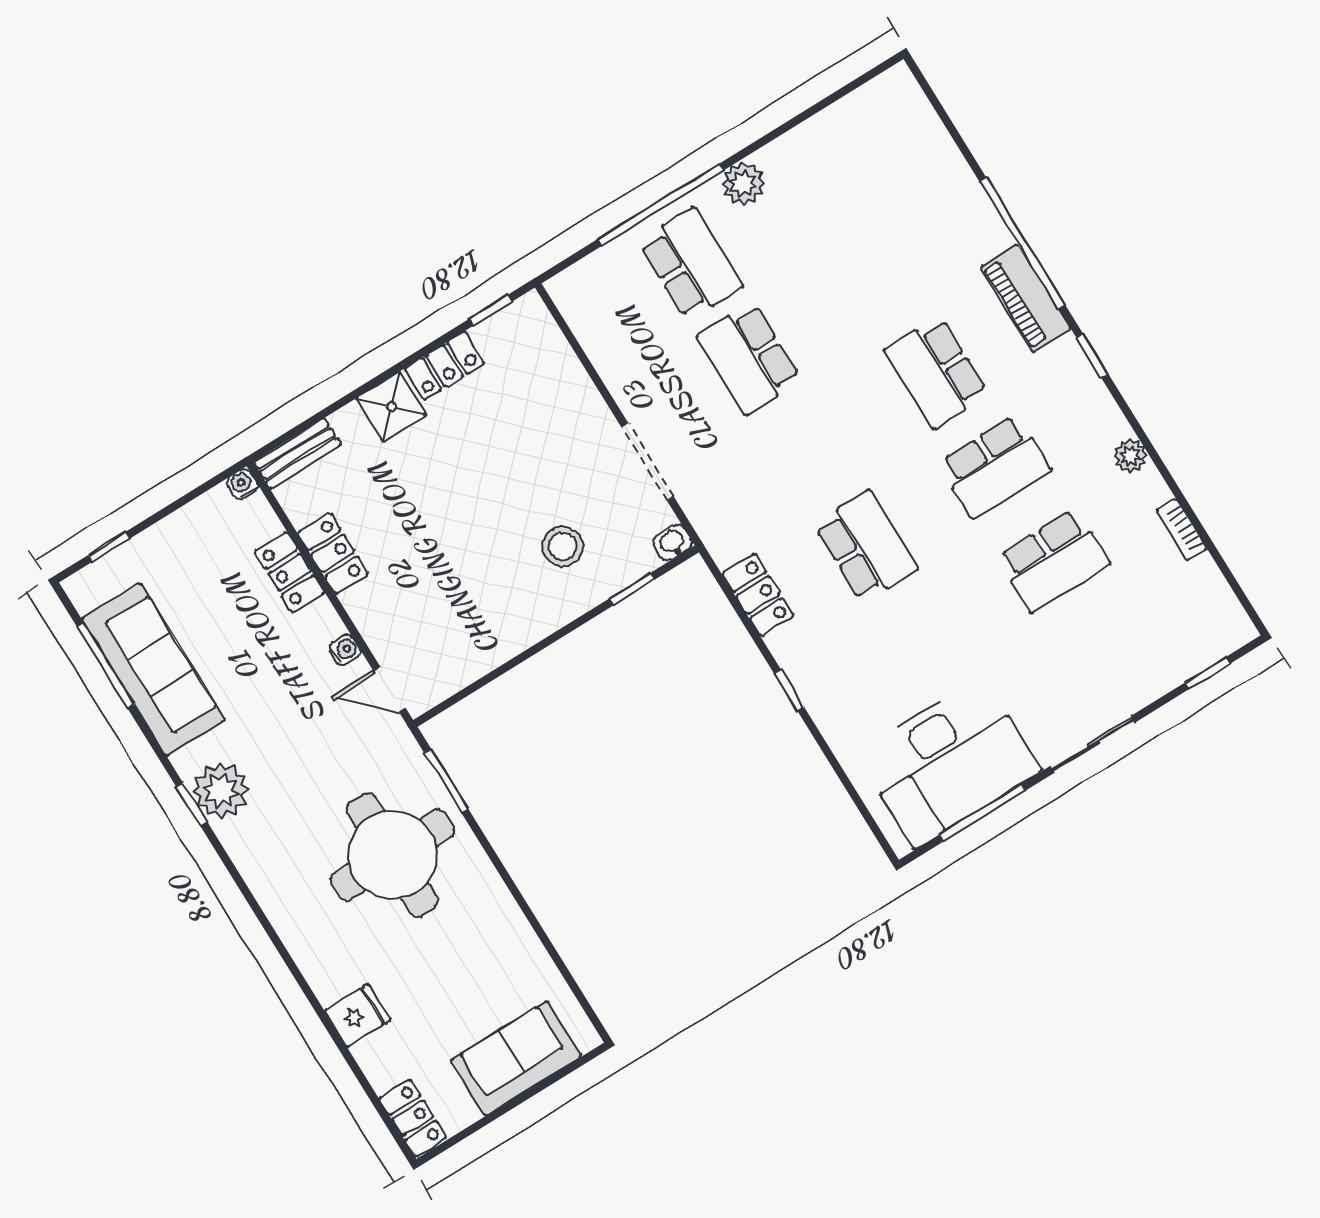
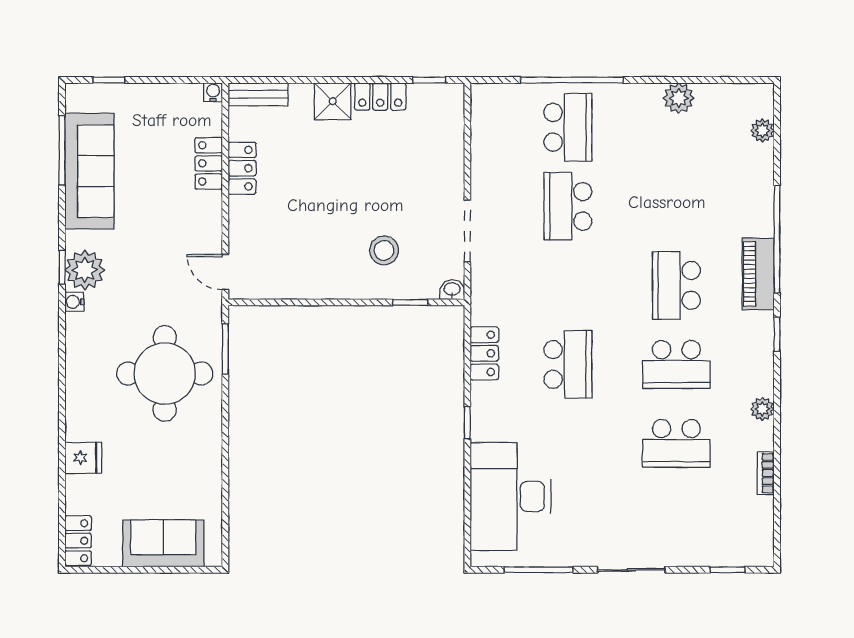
plant: (925, 124) -> (762, 130), added
plant: (743, 183) -> (679, 98), moved
water cooler: (345, 650) -> (74, 302), moved, turned 180
desk: (949, 762) -> (511, 496), moved, turned 90

